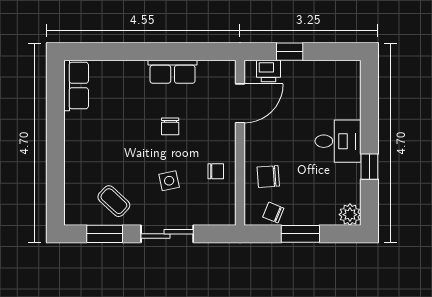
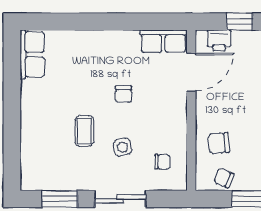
row of seats: (173, 72) -> (164, 41), moved
chair: (216, 171) -> (162, 162), moved
coffee table: (114, 201) -> (84, 131), moved, turned 47

